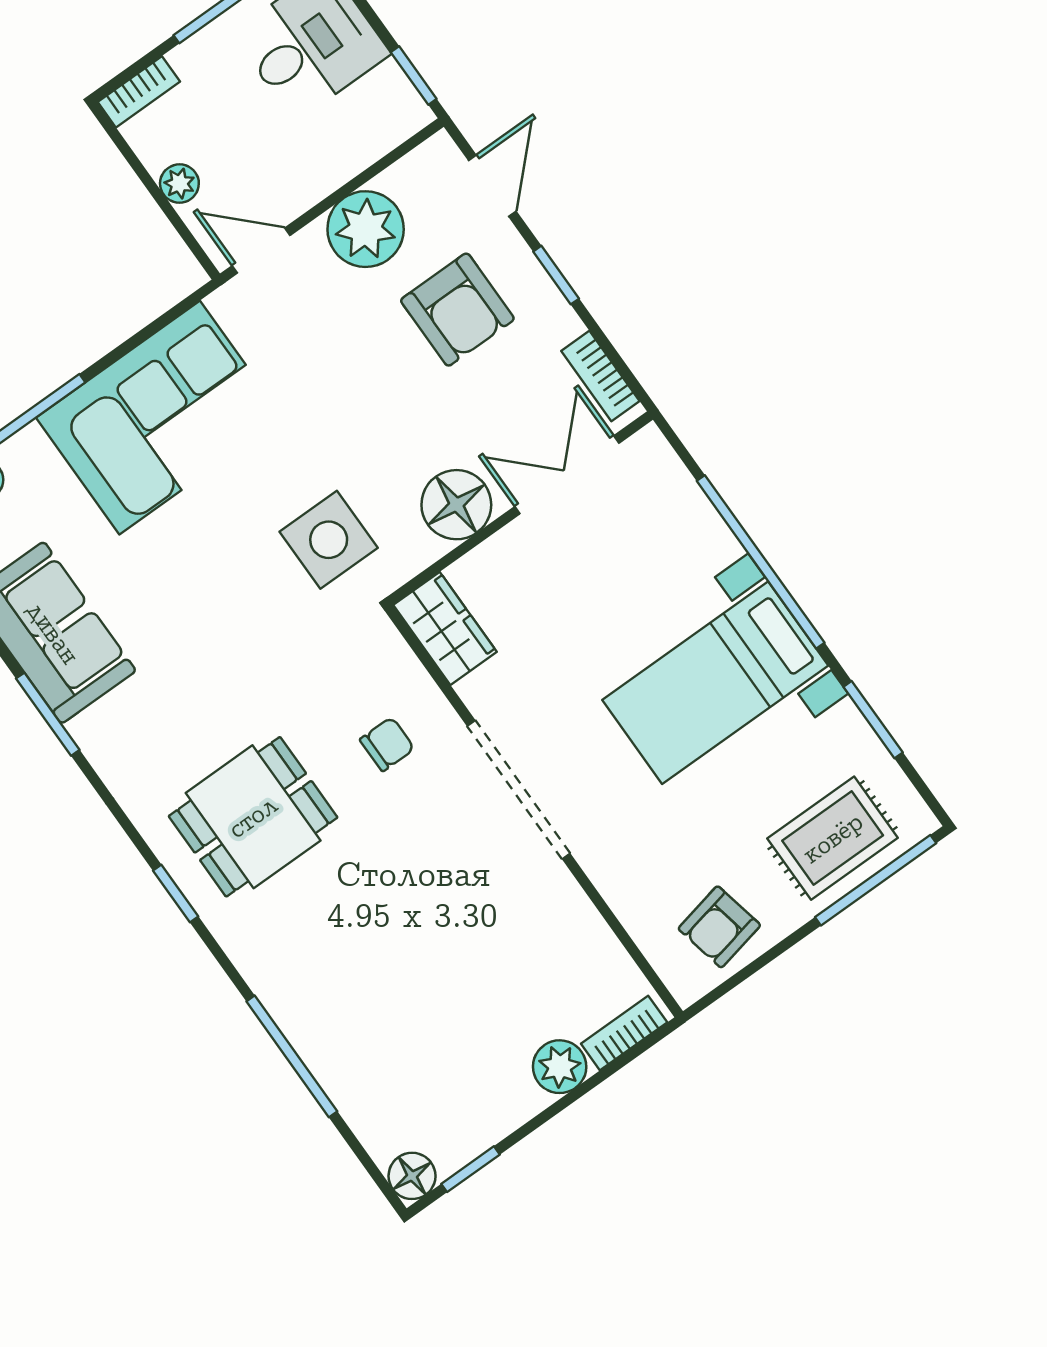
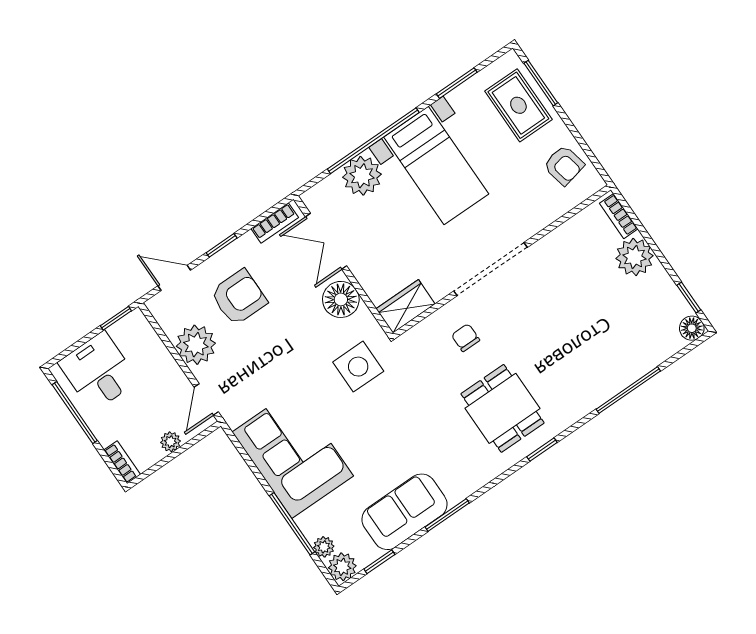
plant: (693, 541) -> (362, 176), added
window: (876, 880) -> (541, 83), width x0.69
plant: (560, 1067) -> (635, 257), width x1.36, depth x1.36

